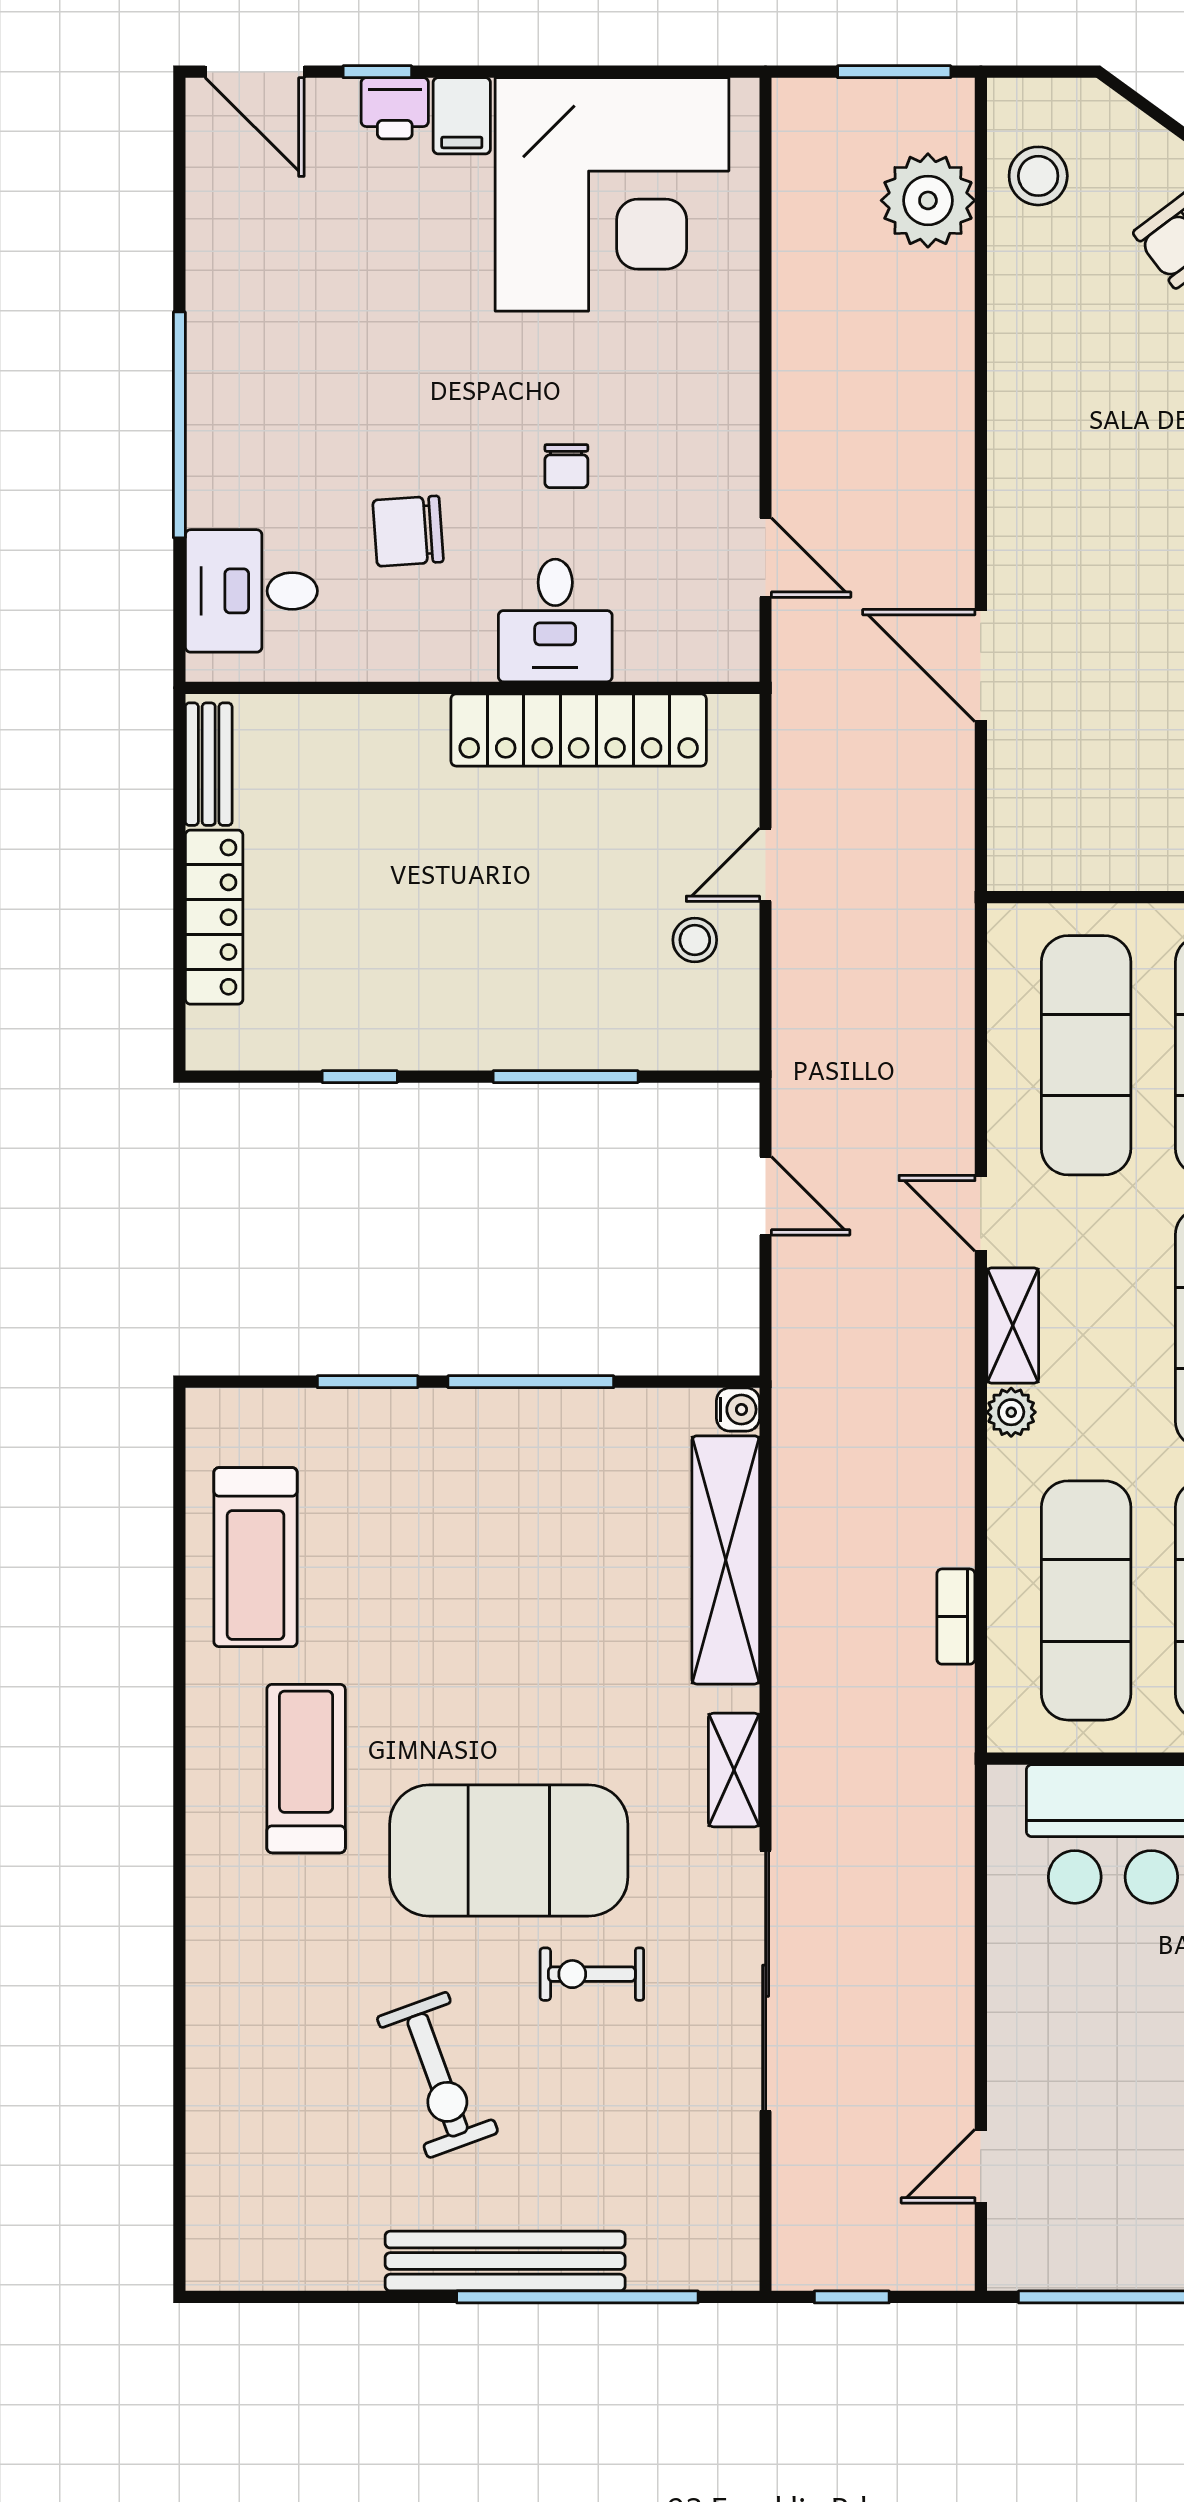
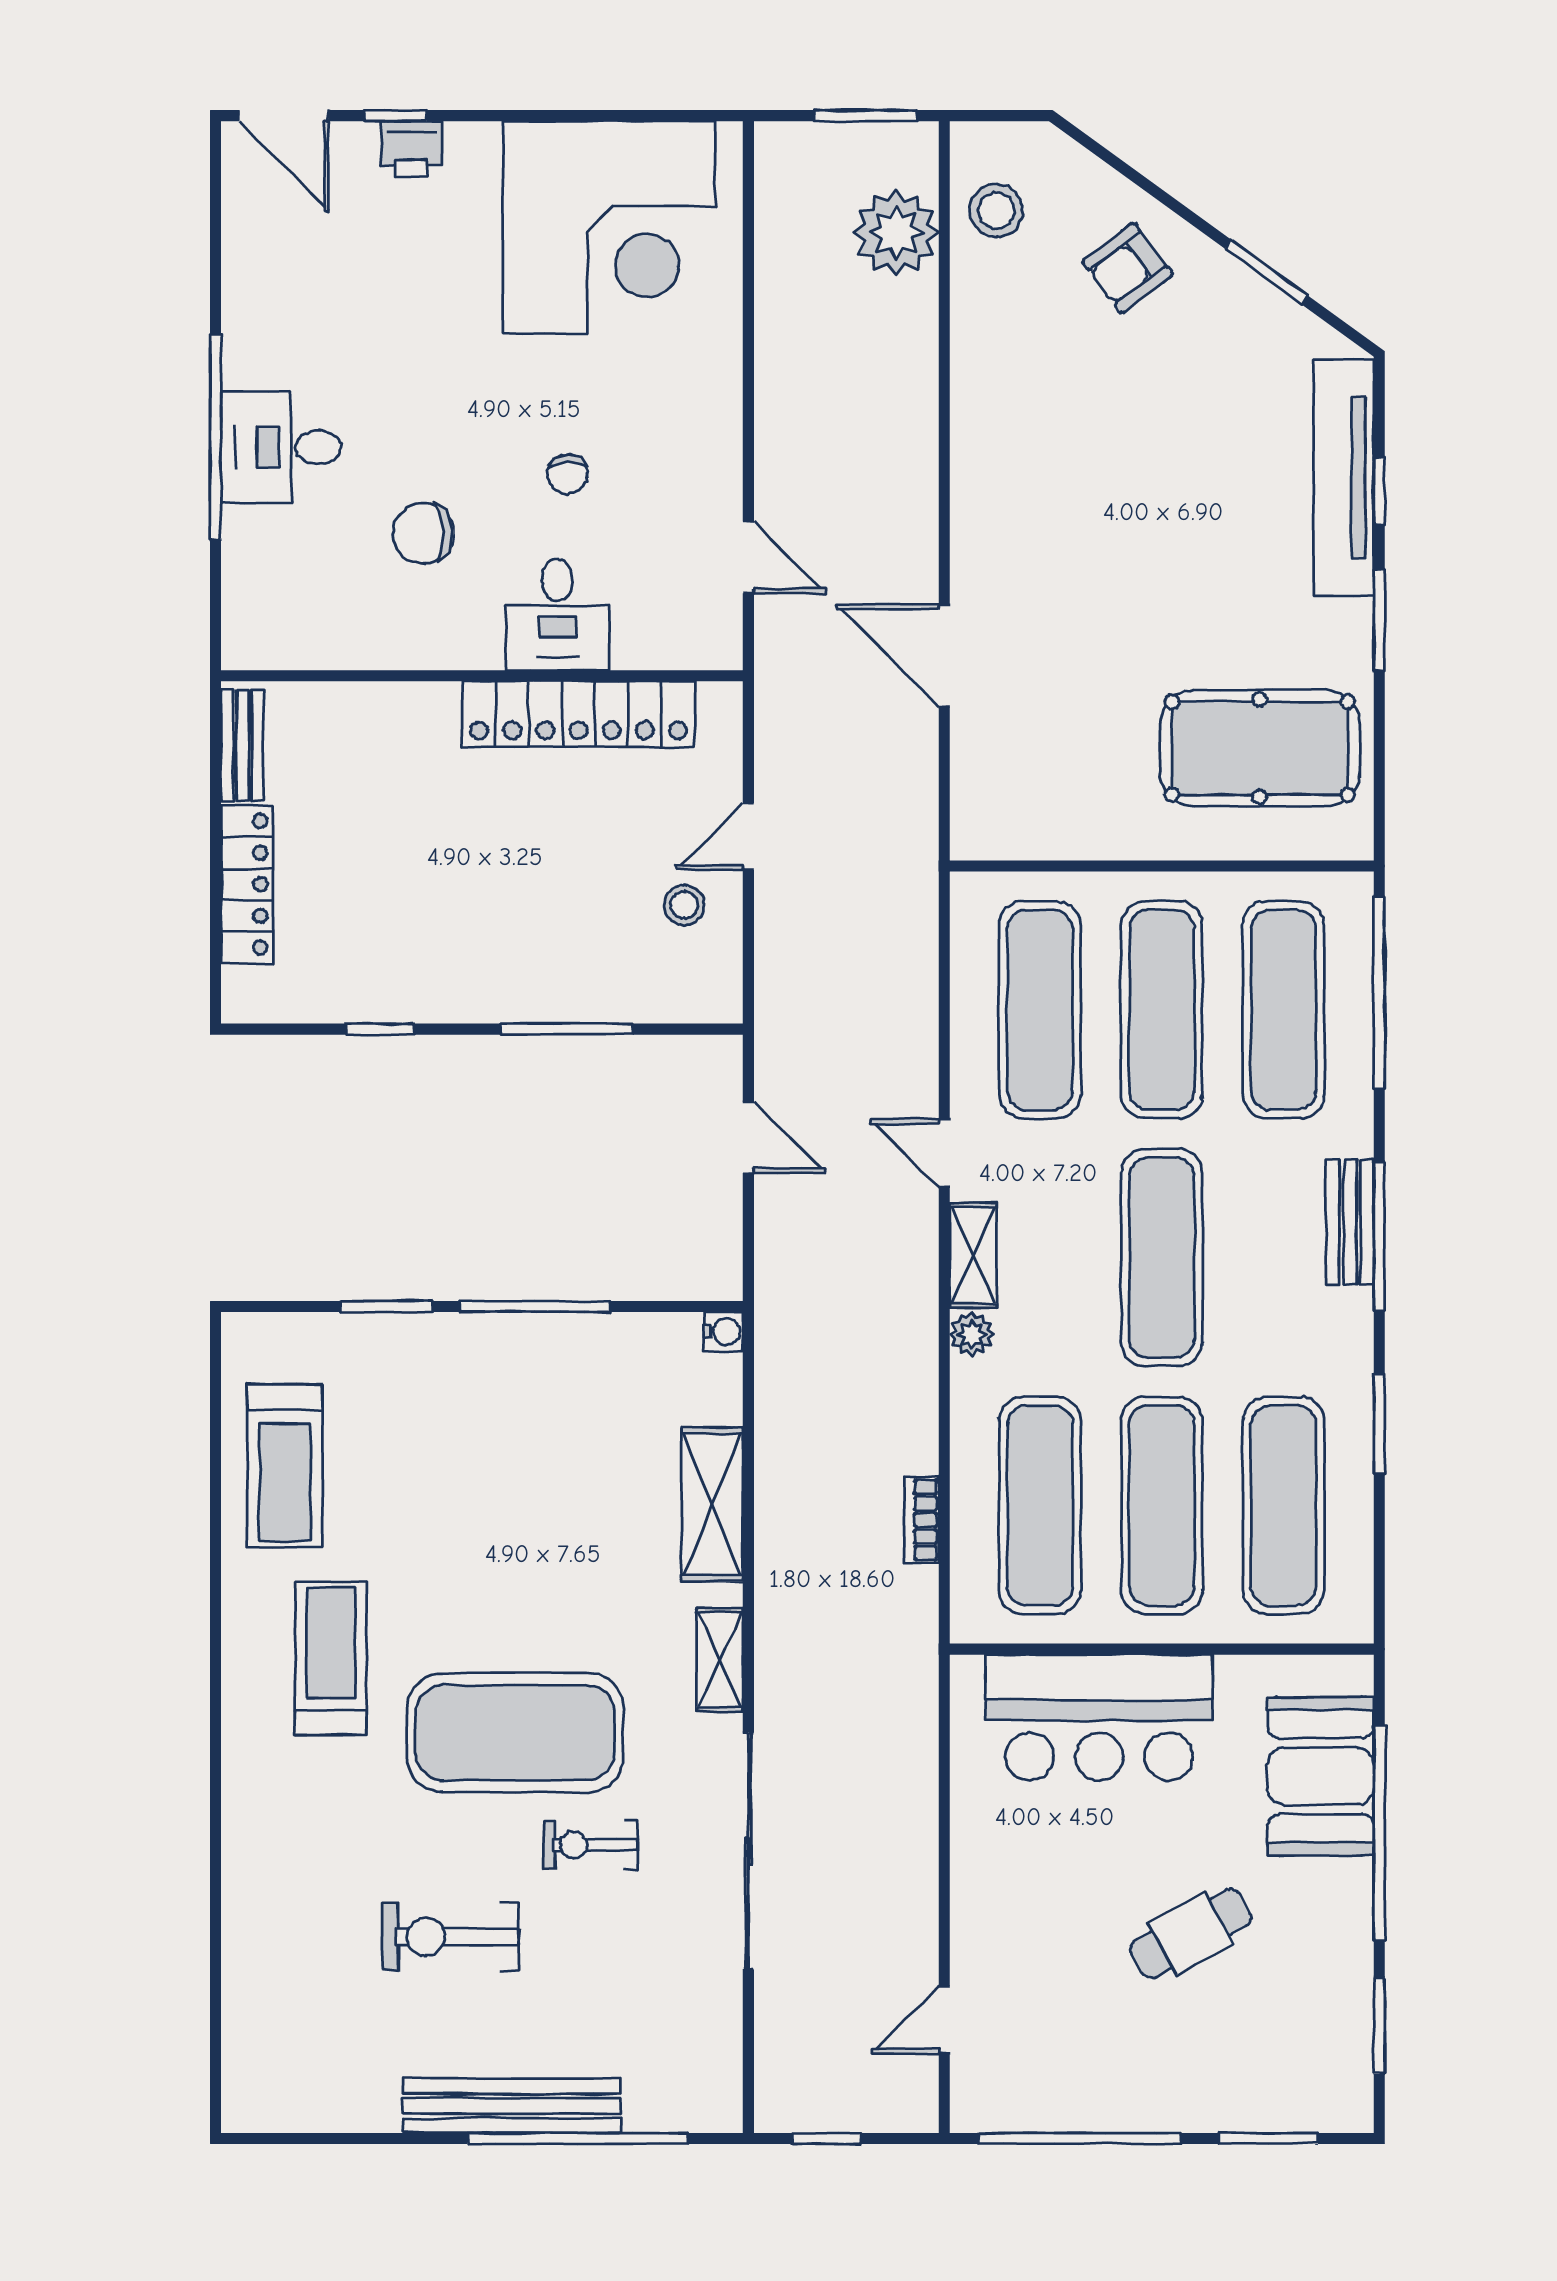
filing cabinet: (462, 116) -> (472, 156), removed
desk: (251, 591) -> (281, 447), moved
shelving: (726, 1560) -> (712, 1504), width x0.68
exercise bike: (438, 2075) -> (450, 1937), turned 110

